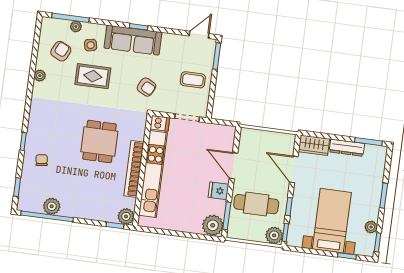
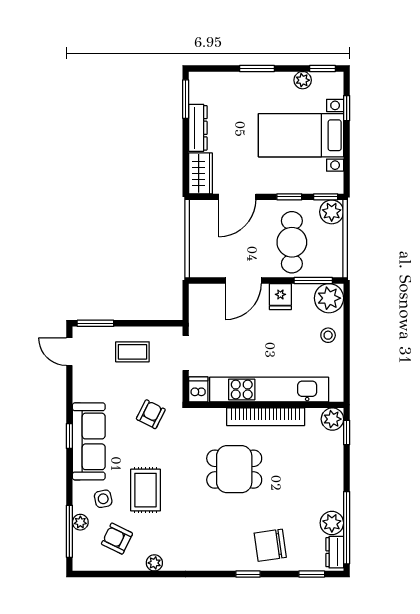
coffee table: (193, 80) -> (132, 352), turned 90
chair: (42, 160) -> (270, 545), width x1.87, depth x1.87
dresser: (31, 206) -> (335, 552), added
stool: (186, 221) -> (328, 335), added

